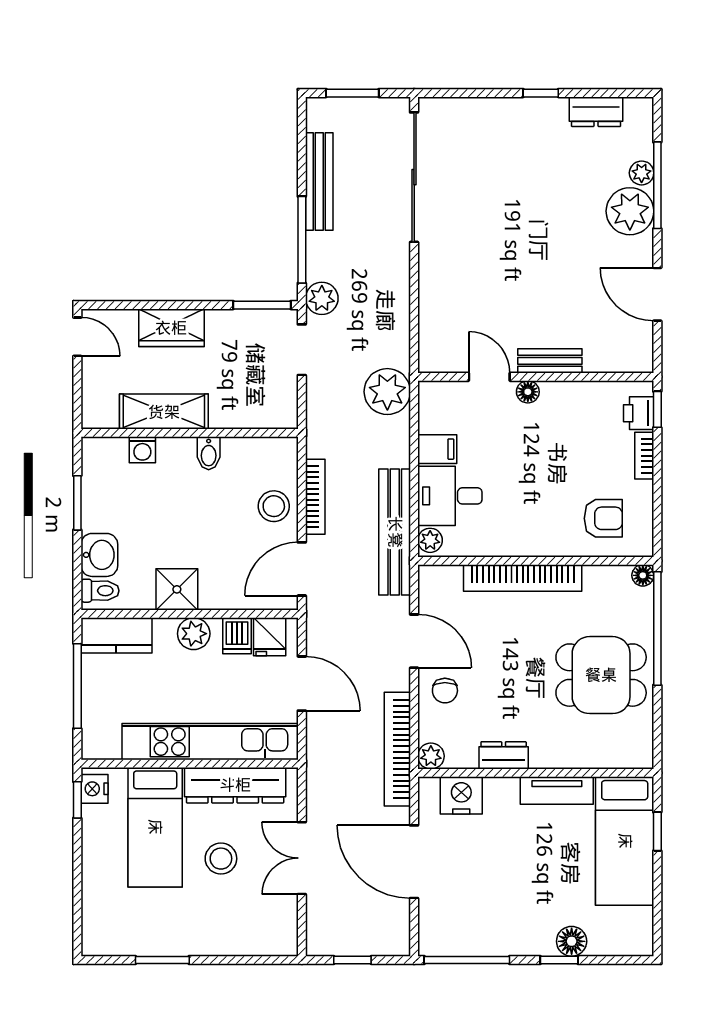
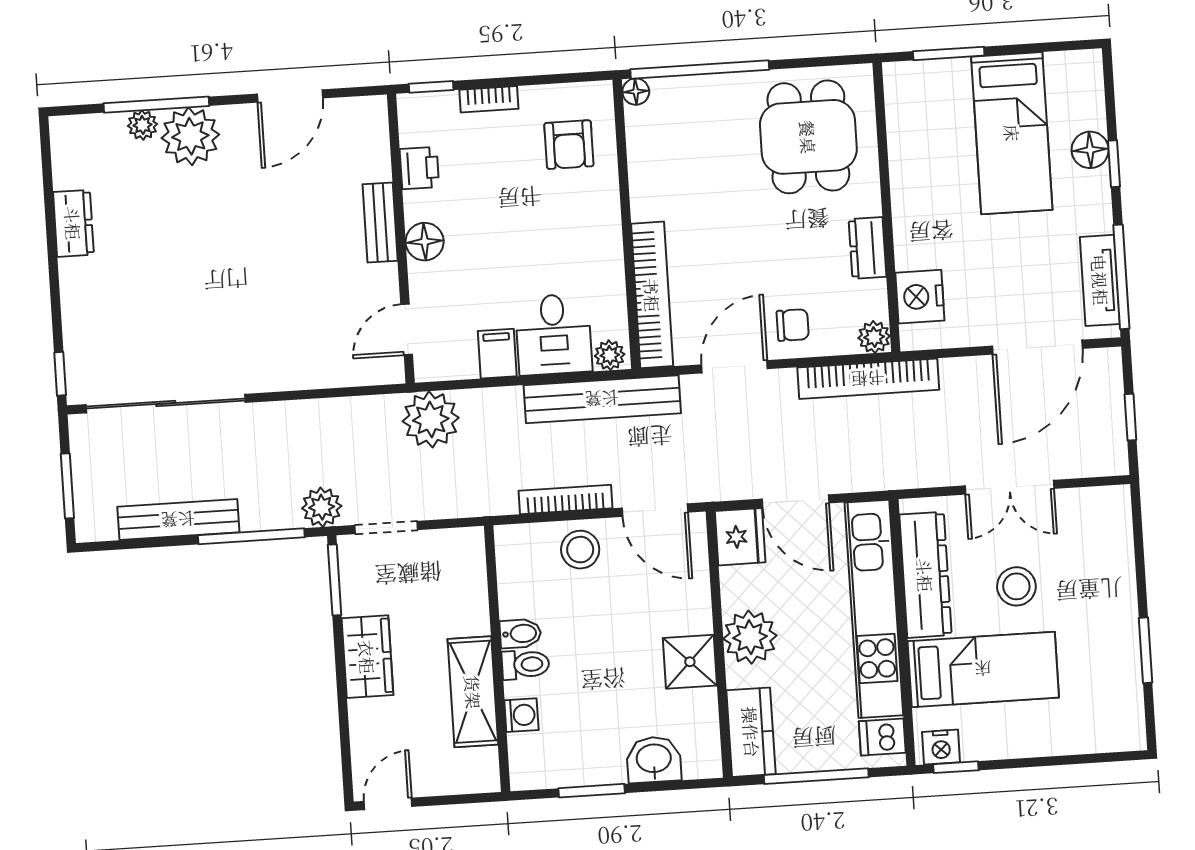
window: (541, 93) -> (60, 374), moved
dresser: (596, 112) -> (73, 223), moved
wardrobe: (171, 328) -> (367, 657), moved
door: (489, 377) -> (407, 330), moved
floor lamp: (528, 392) -> (425, 242), width x1.37, depth x1.37
printer: (639, 413) -> (419, 168), moved, turned -90
armchair: (603, 518) -> (569, 145), turned 180
bookcase: (523, 578) -> (652, 295), moved
toilet: (100, 591) -> (525, 665), moved, turned 90
plant: (194, 634) -> (750, 637), width x1.36, depth x1.36
dishwasher: (237, 636) -> (882, 737), moved, turned 180
fridge: (270, 637) -> (740, 537), width x1.38
dining table: (601, 675) -> (808, 137), moved
door: (302, 684) -> (795, 501), swing flipped
tv unit: (557, 791) -> (1100, 280), moved, turned 180
window: (657, 831) -> (949, 53), width x1.50
bed: (625, 841) -> (1012, 133), moved, turned 90
door: (414, 862) -> (1037, 347), moved

